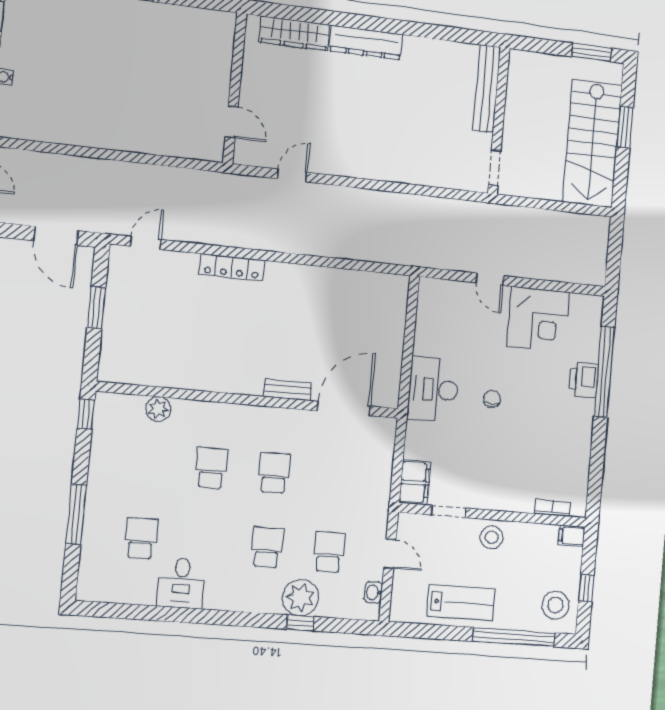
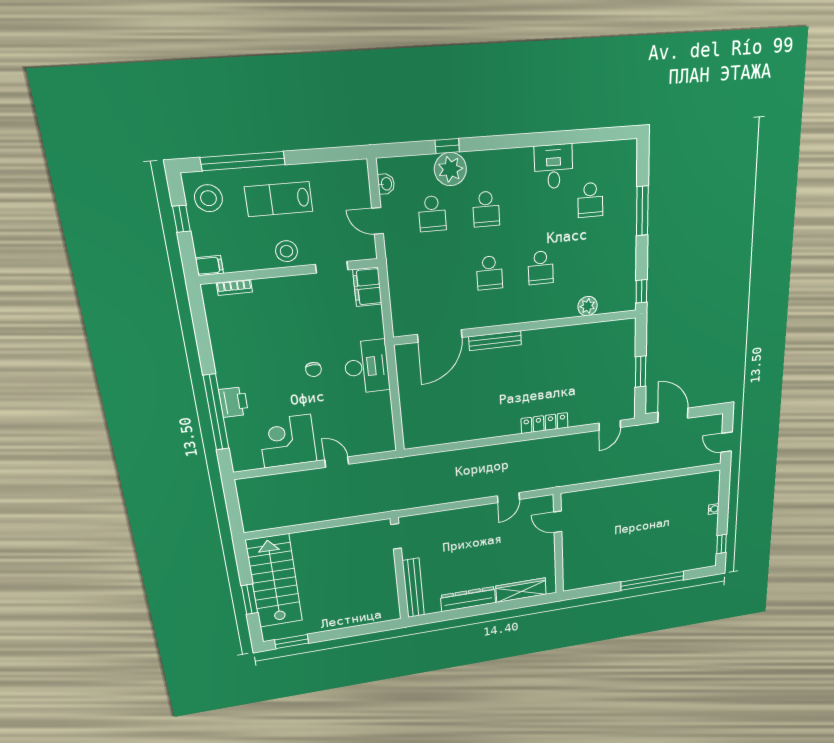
bench: (487, 88) -> (413, 588), moved
wall: (499, 121) -> (399, 569), moved
doorway: (495, 168) -> (396, 536), moved
bench: (288, 390) -> (495, 341), width x1.36
lab bench: (461, 603) -> (279, 199), moved

